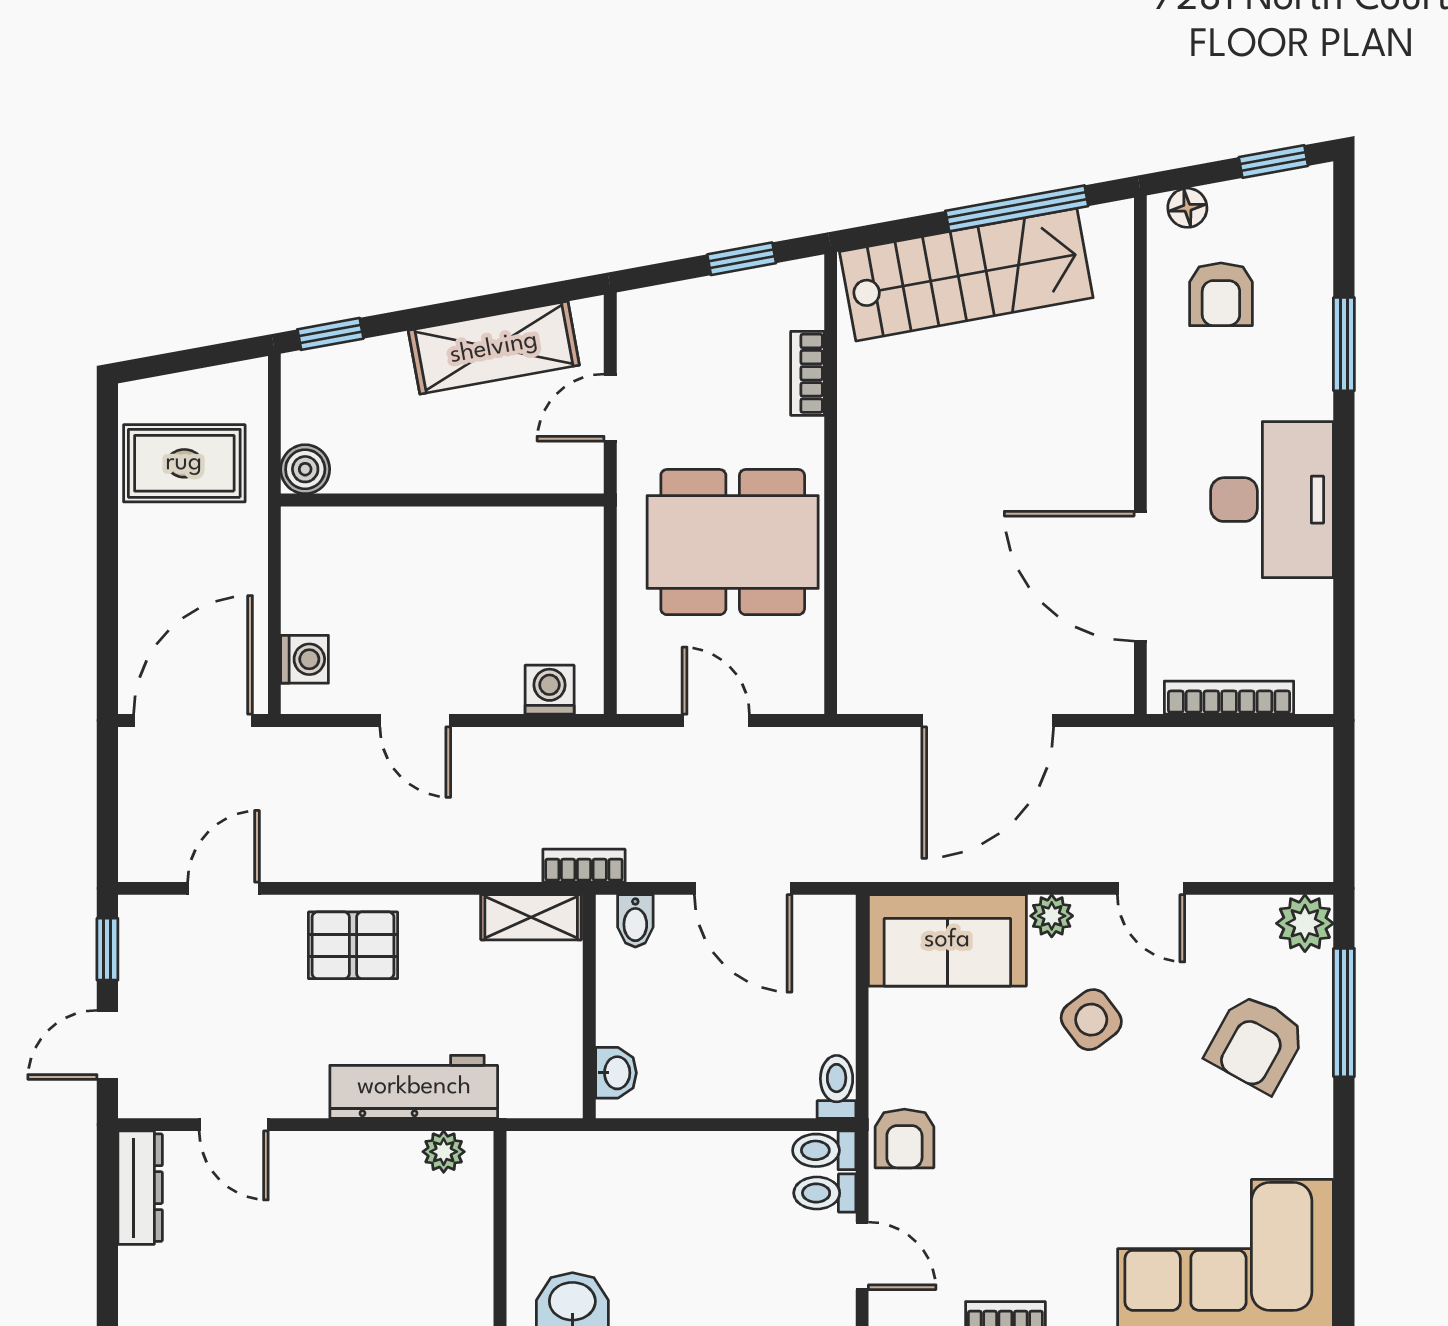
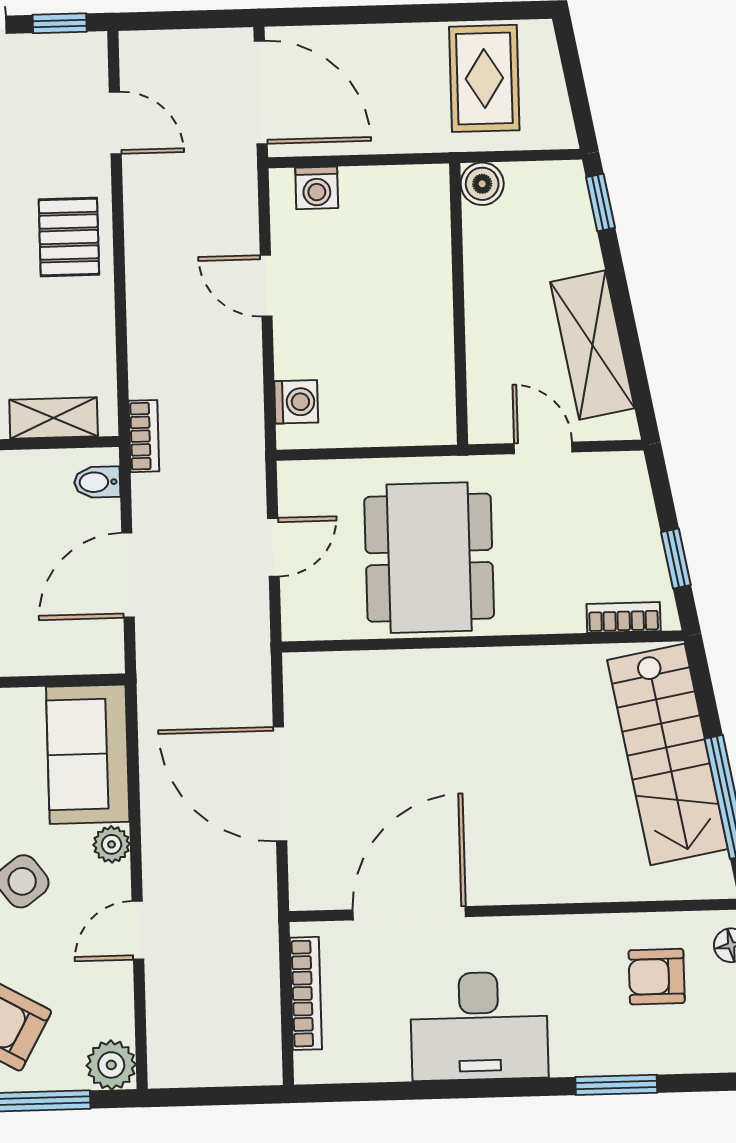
bookcase: (808, 373) -> (624, 617), moved
door: (415, 720) -> (266, 286), hinge flipped
shelving: (531, 917) -> (54, 418), moved, turned 90

